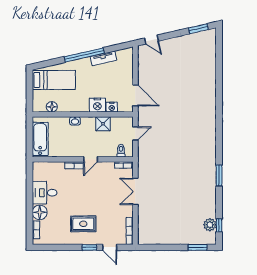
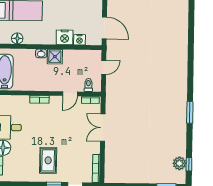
shower: (103, 124) -> (55, 57), moved
door: (91, 159) -> (70, 94), moved
rug: (83, 224) -> (48, 160), turned 90

